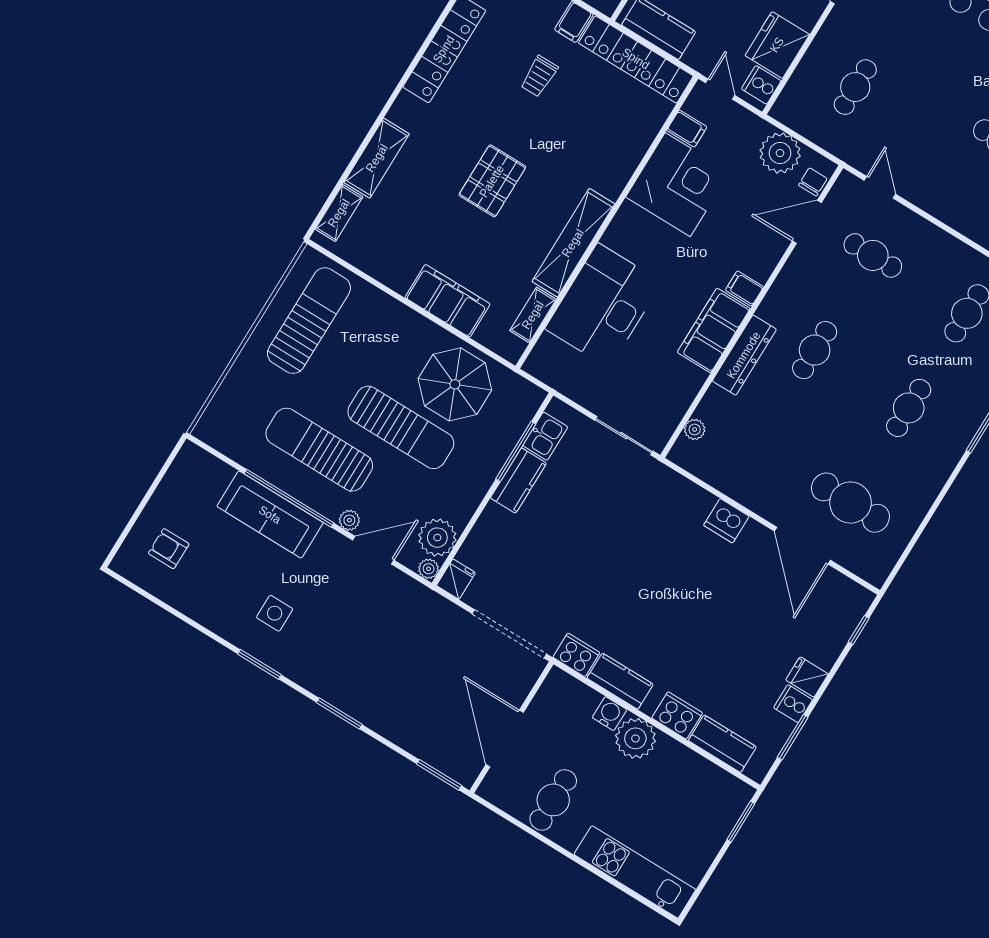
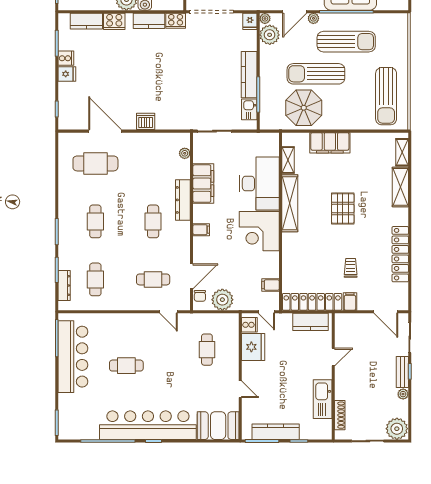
corner desk: (678, 185) -> (259, 231), moved
filing cabinet: (714, 330) -> (203, 184), moved
kitchen counter: (518, 481) -> (249, 75), width x1.50

